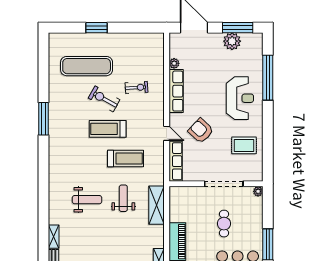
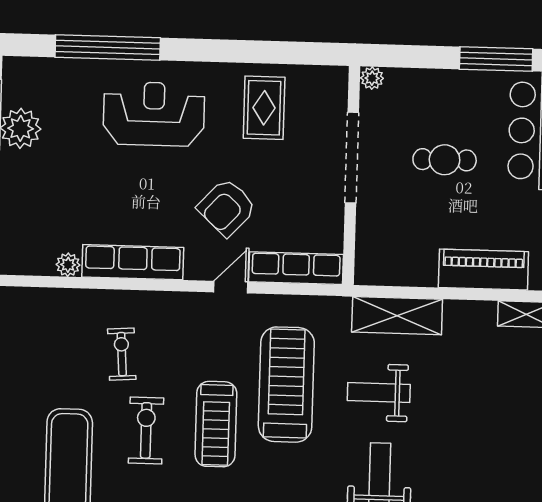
exercise bike: (104, 99) -> (146, 430), turned 151
treadmill: (126, 158) -> (286, 385), width x1.37, depth x1.38

